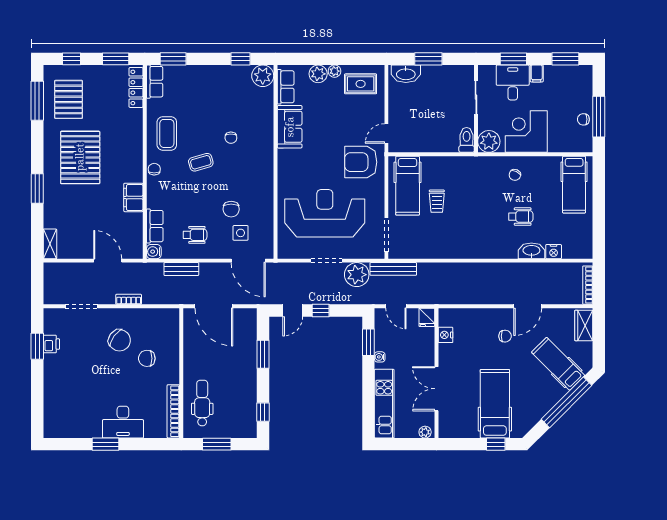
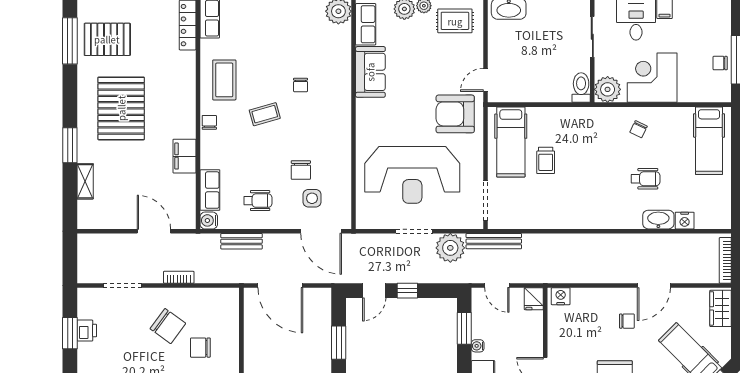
pallet: (69, 99) -> (107, 39), turned 90
reception desk: (325, 213) -> (412, 175), turned 180
shelving: (50, 244) -> (85, 181), moved
nightstand: (446, 335) -> (561, 296), moved, turned 90

